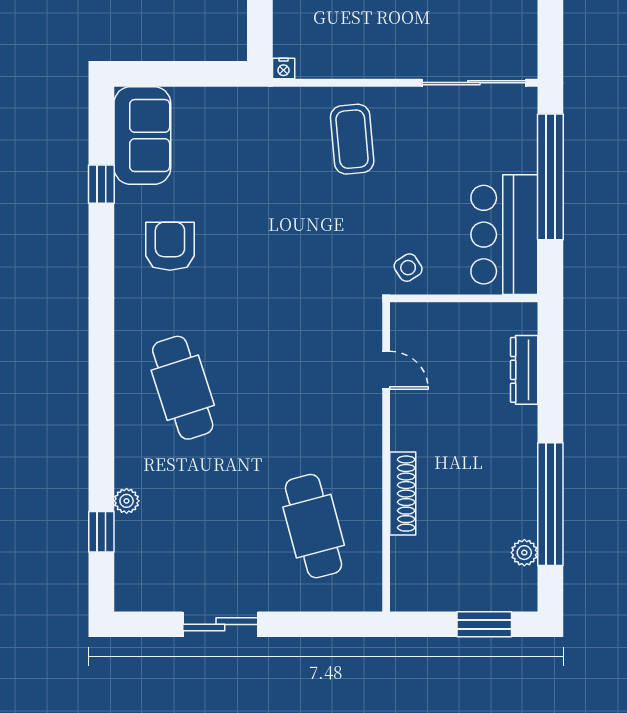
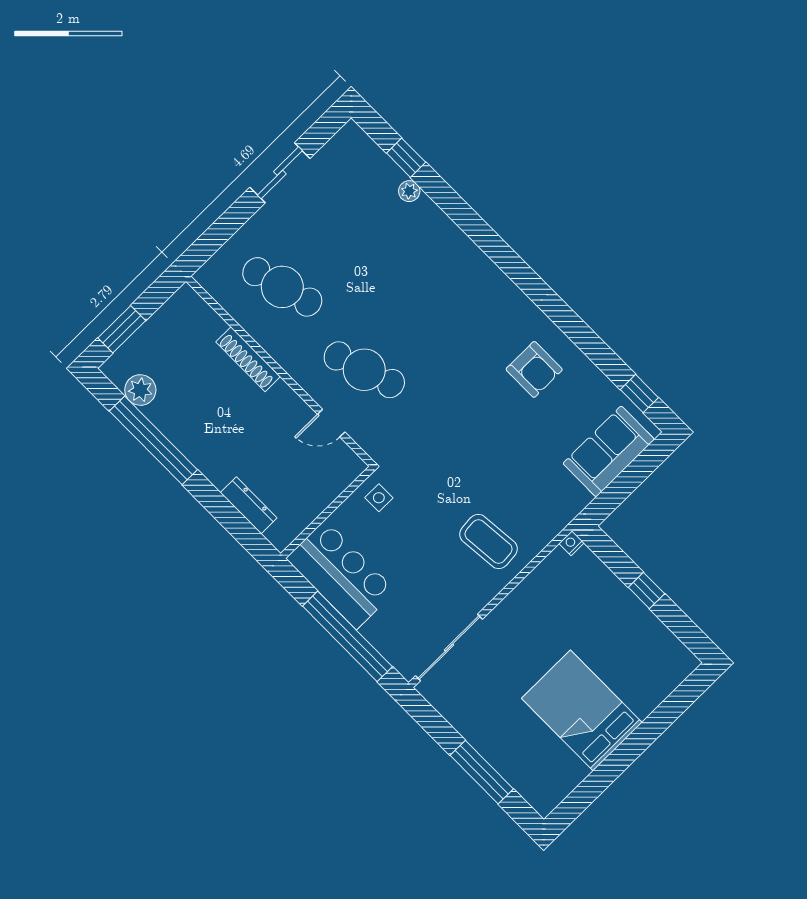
sofa: (142, 136) -> (609, 451), moved, turned 90
window: (101, 184) -> (639, 394), moved
side table: (408, 268) -> (379, 498), turned 33
cafe table: (183, 388) -> (364, 370), moved
plant: (524, 553) -> (140, 390), width x1.38, depth x1.38

